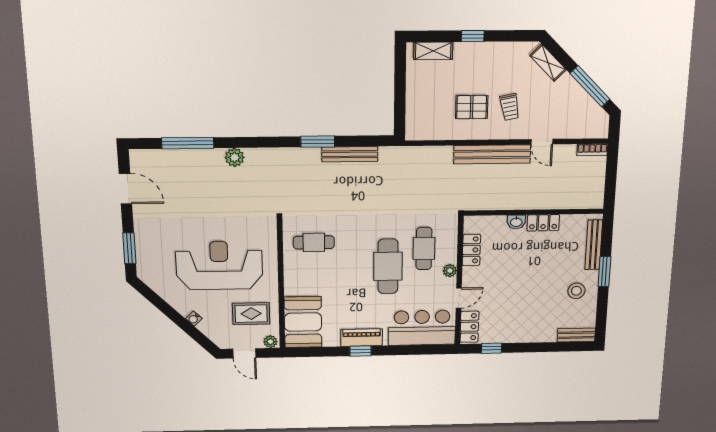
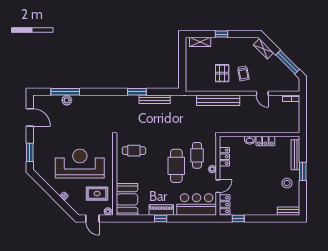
pallet: (472, 107) -> (222, 73), turned 90
bench: (492, 154) -> (218, 100), moved
plant: (235, 157) -> (67, 100), moved

